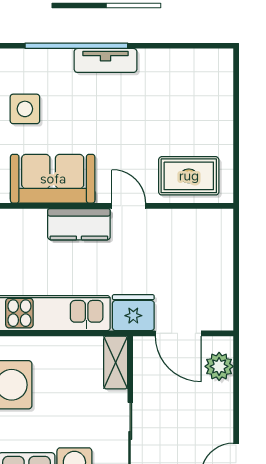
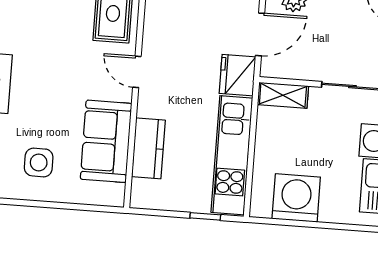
door: (129, 206) -> (137, 72), hinge flipped
kitchen counter: (79, 224) -> (148, 148), moved

